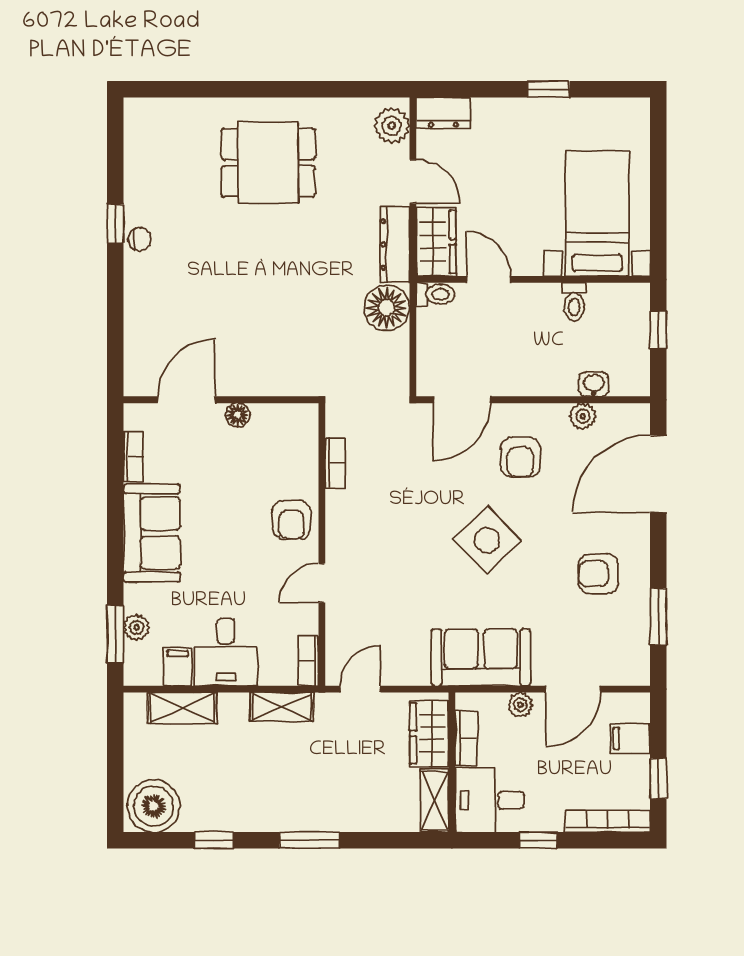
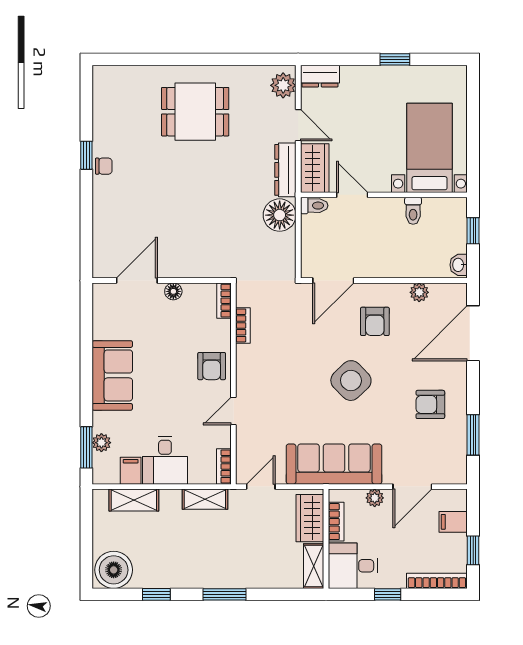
washbasin: (594, 384) -> (459, 265), moved, turned -90
bookcase: (133, 456) -> (224, 301), moved, turned 180
sofa: (481, 657) -> (334, 464), width x1.36

